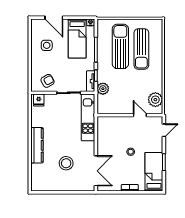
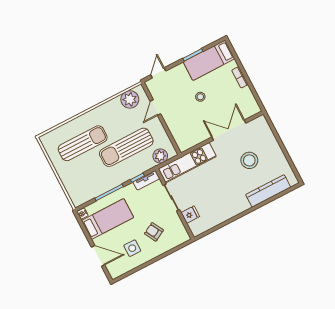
door: (54, 18) -> (98, 256), hinge flipped
sun lounger: (120, 46) -> (126, 147), moved
armchair: (48, 81) -> (154, 232), moved
plant: (103, 89) -> (160, 156), moved
fridge: (39, 100) -> (190, 215), moved
door: (164, 130) -> (158, 73), hinge flipped
kitchen counter: (37, 145) -> (268, 191), moved
double door: (96, 171) -> (229, 130), moved

